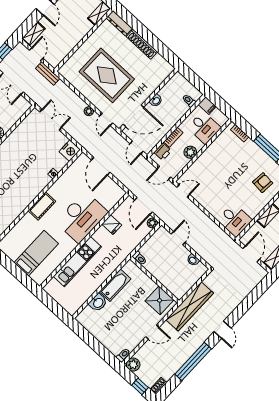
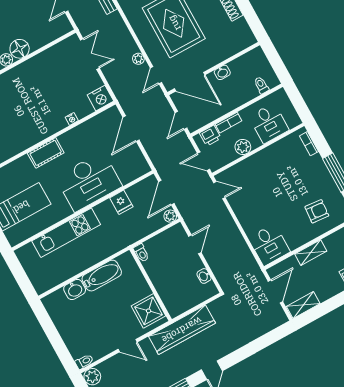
filing cabinet: (207, 106) -> (281, 98), removed

